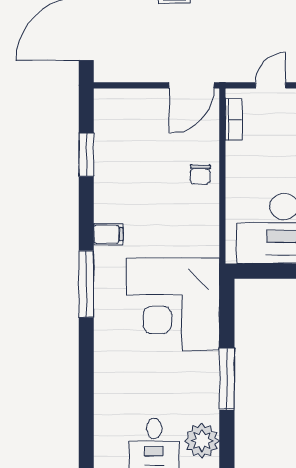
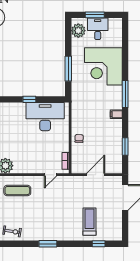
door: (192, 85) -> (96, 175), moved
corner desk: (173, 304) -> (103, 66), moved, turned 180
window: (227, 379) -> (68, 69), moved

